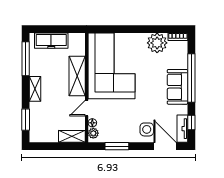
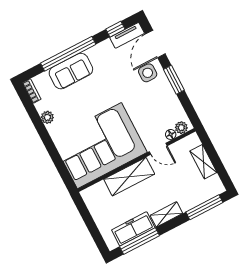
freezer: (51, 41) -> (133, 229), moved, turned -90
plant: (157, 43) -> (47, 117), width x0.53, depth x0.53
sofa: (177, 87) -> (71, 71), moved
window: (26, 120) -> (204, 207), width x1.44
shelving: (72, 136) -> (203, 162), moved
window: (117, 146) -> (174, 80), moved

